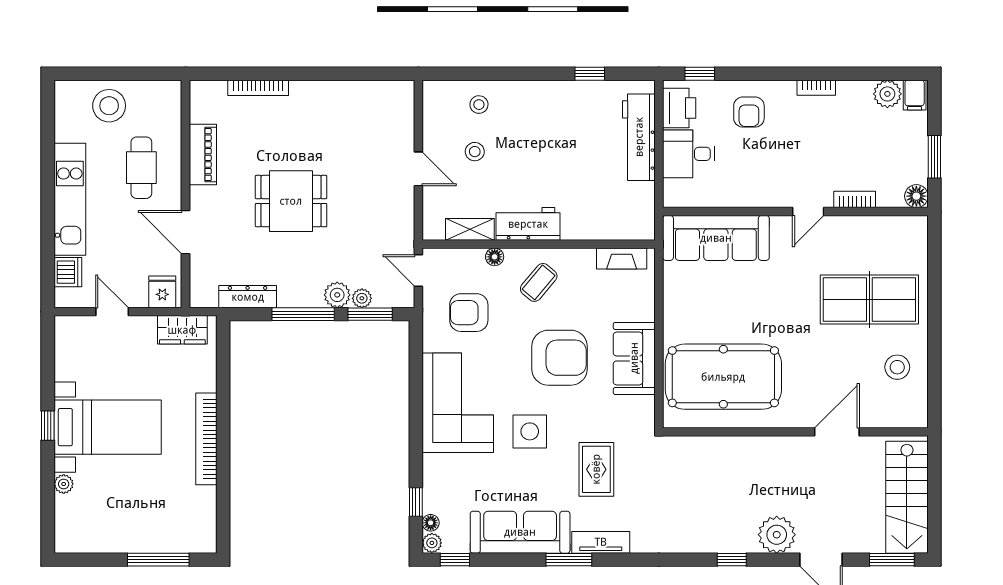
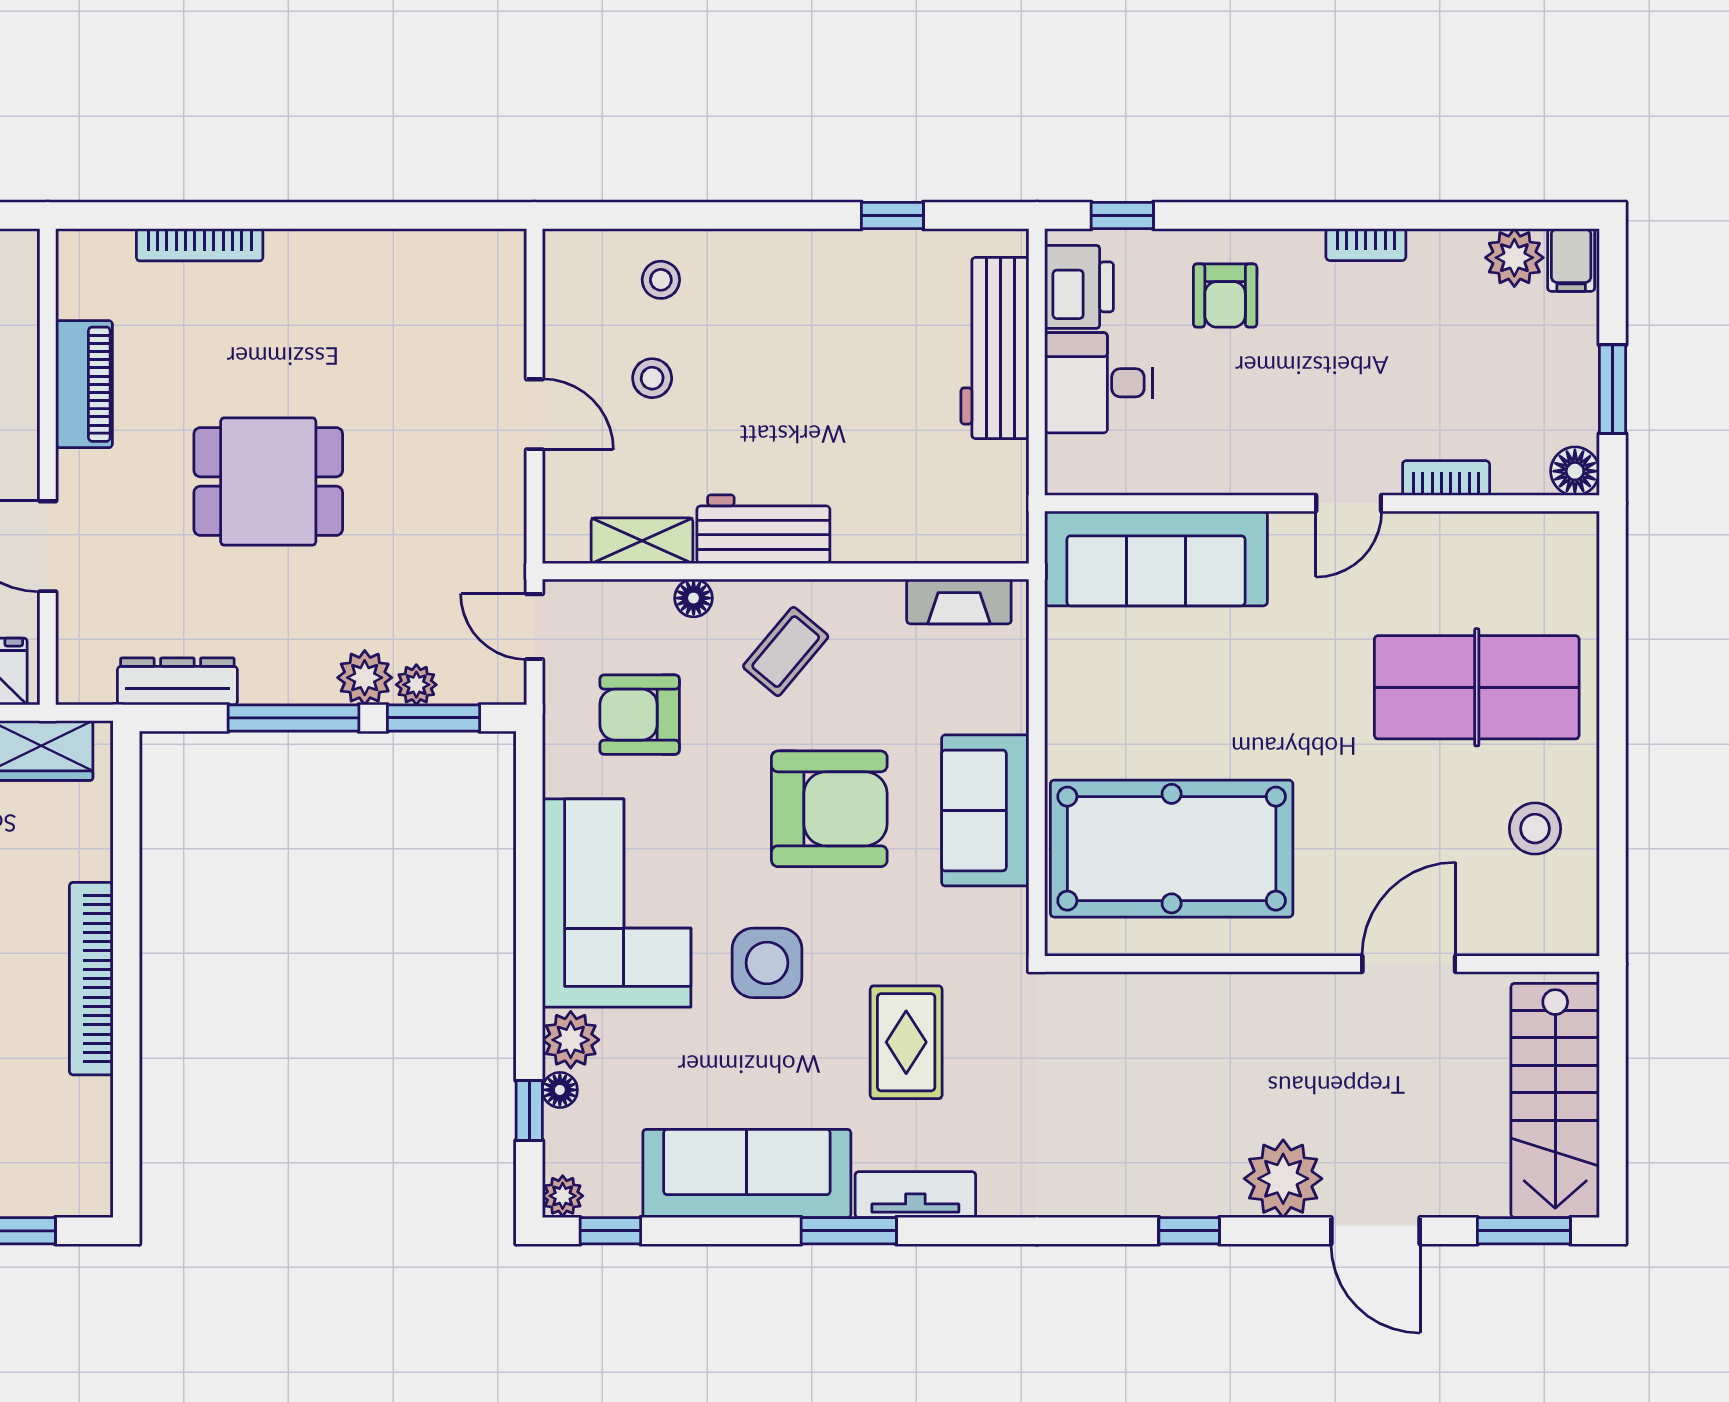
plant: (436, 468) -> (571, 1040), added
floor lamp: (431, 523) -> (560, 1090), moved

